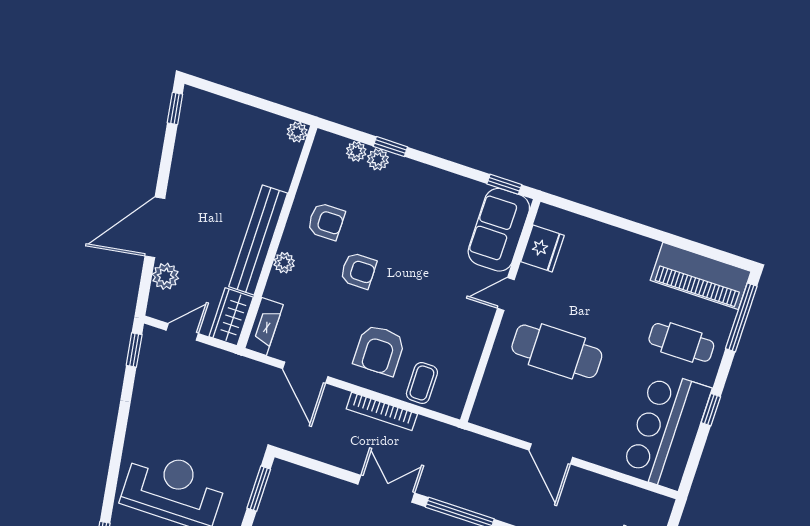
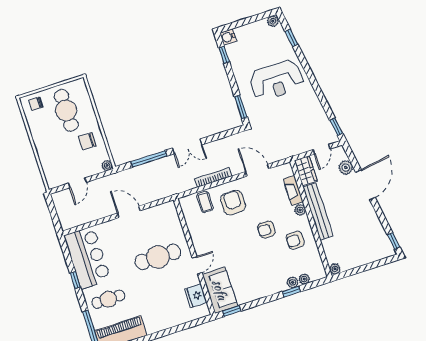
fireplace: (264, 327) -> (293, 190), moved

